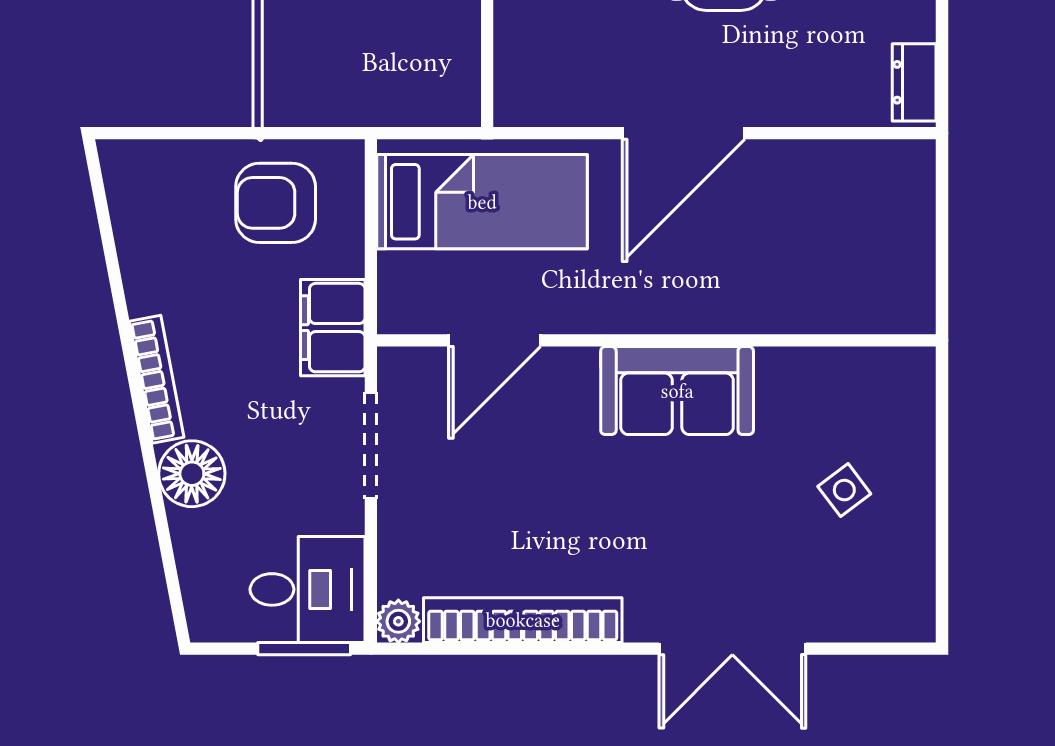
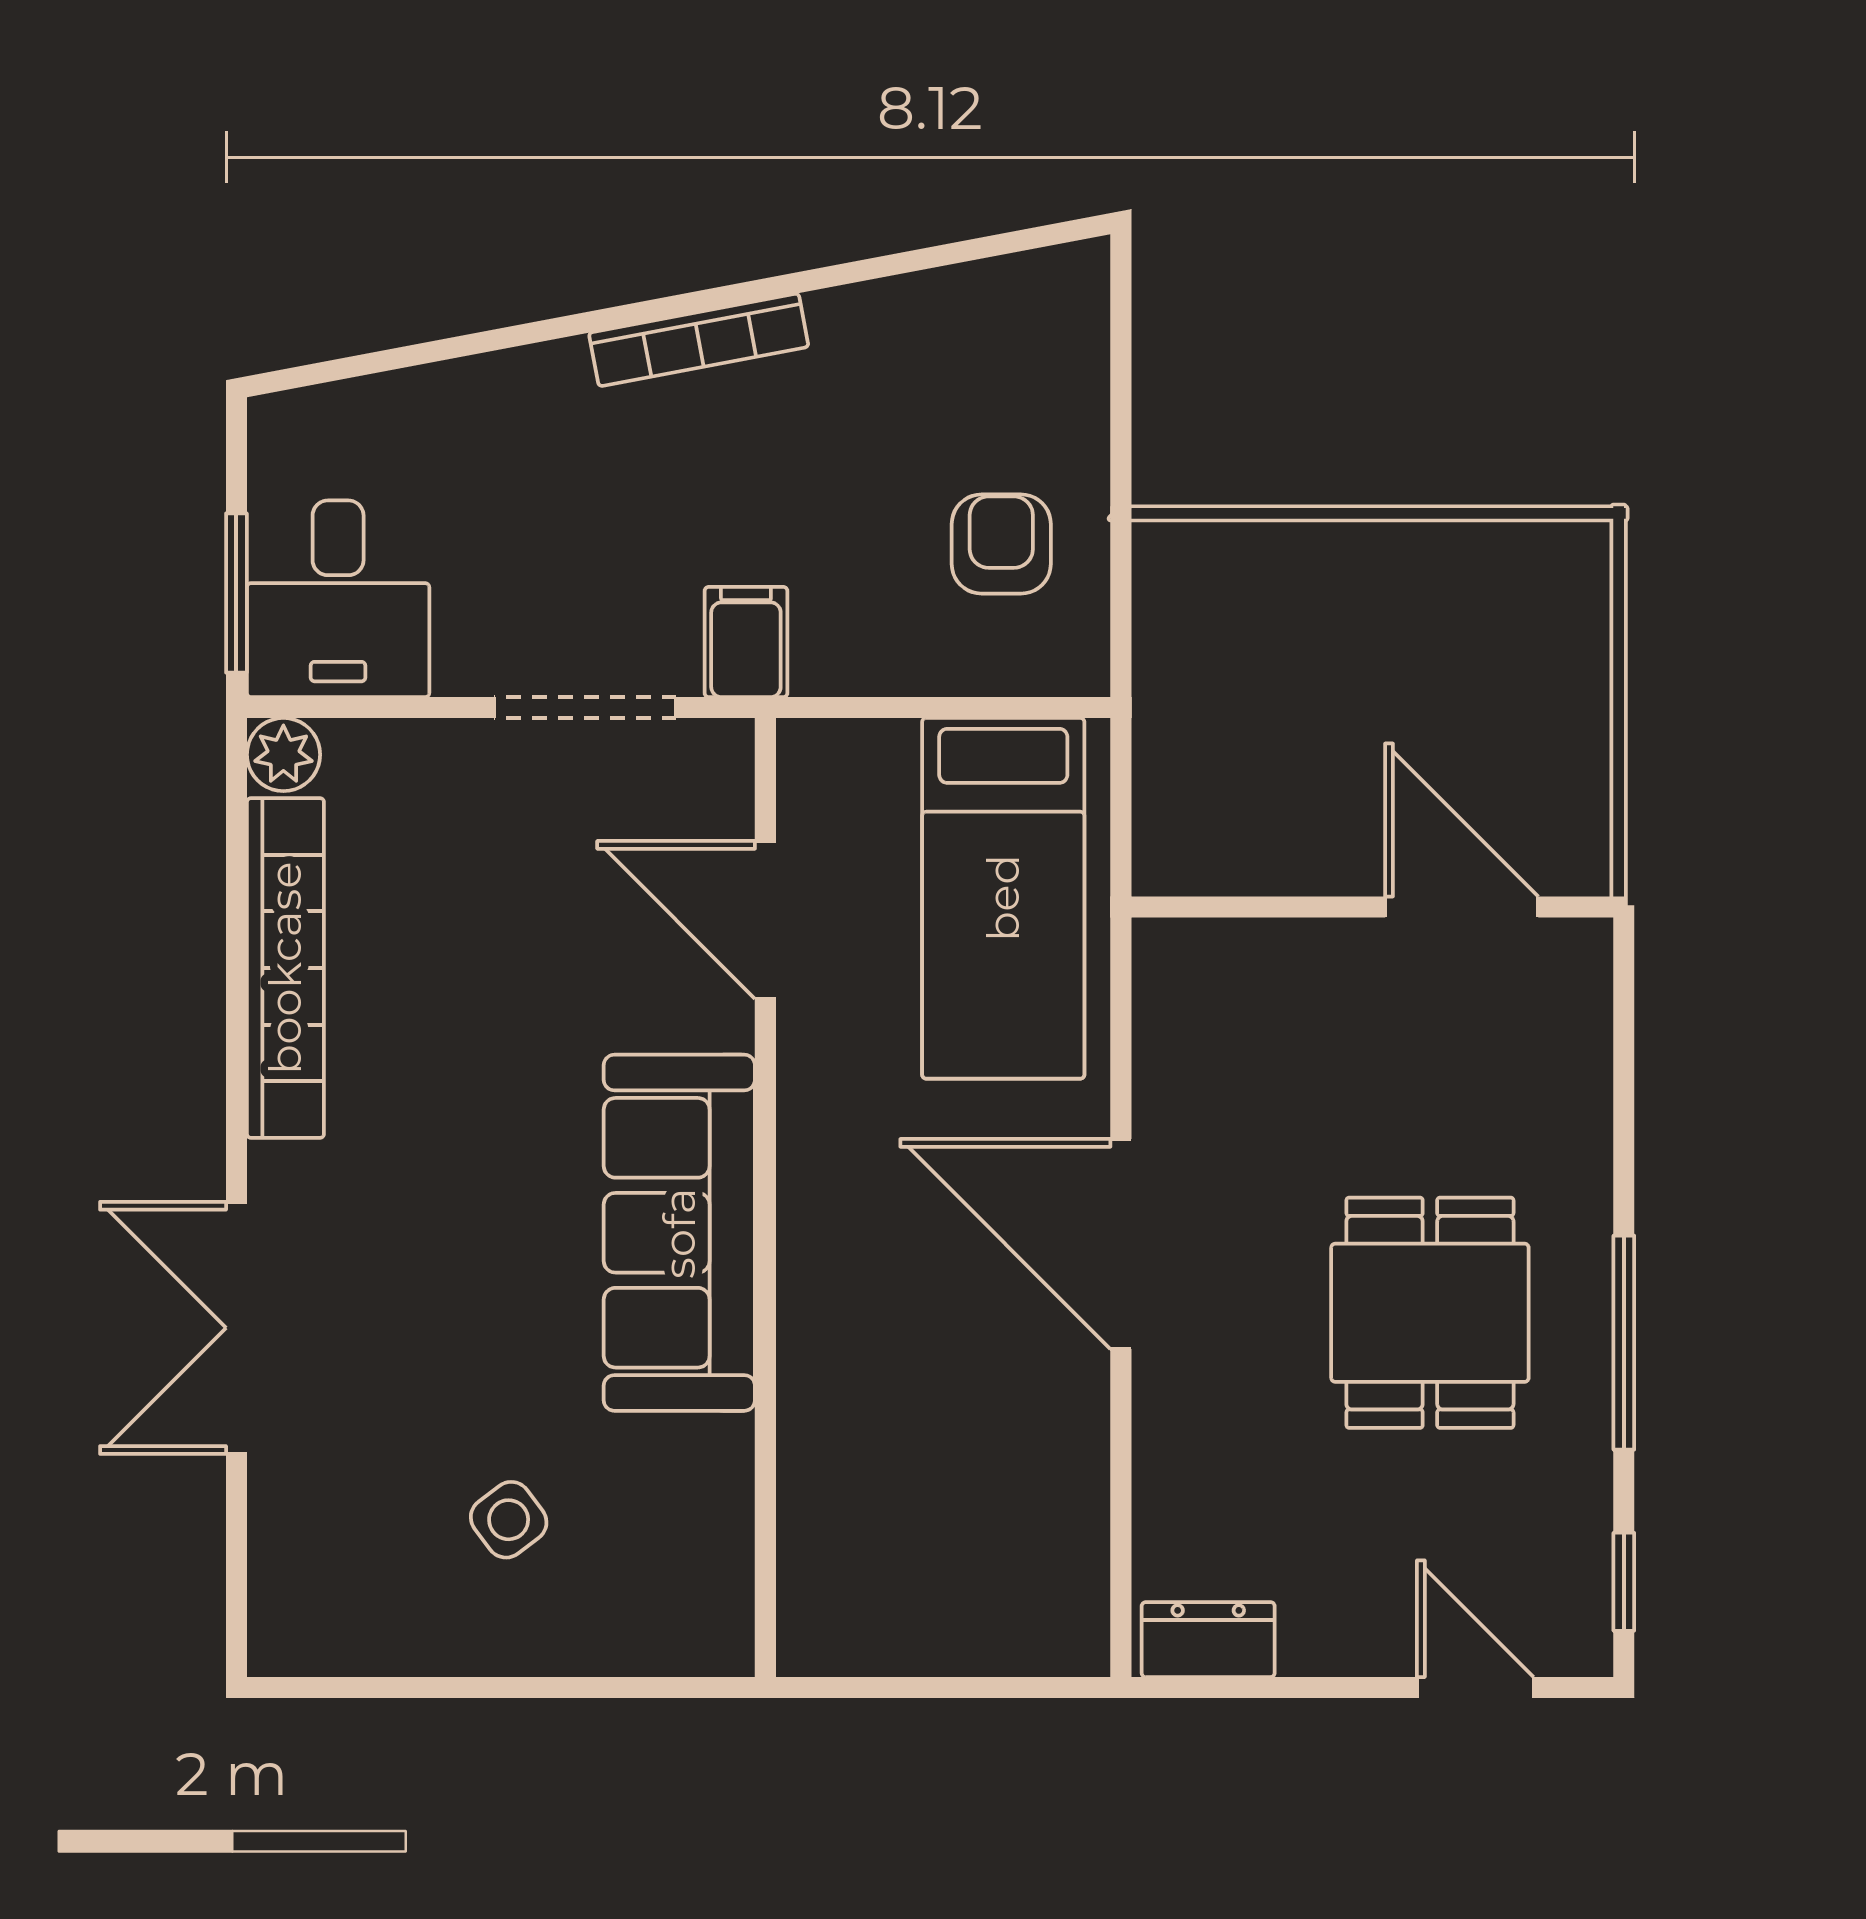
armchair: (276, 203) -> (1001, 544), width x0.72, depth x0.72
filing cabinet: (333, 328) -> (746, 642), width x0.50
sofa: (677, 391) -> (679, 1233), width x1.36
floor lamp: (192, 474) -> (537, 400), removed

